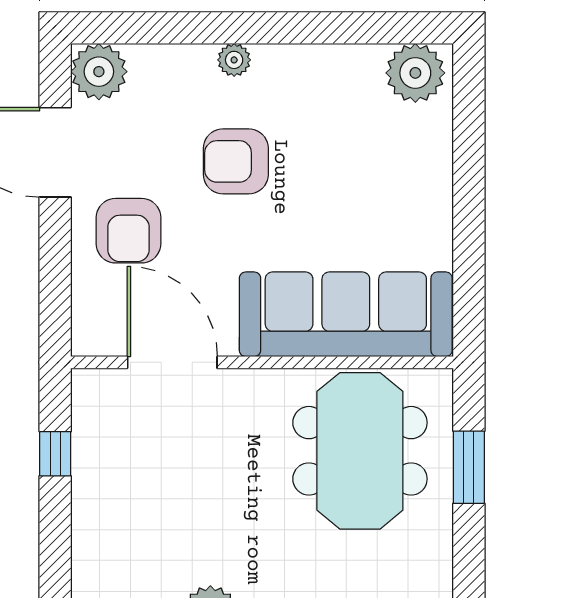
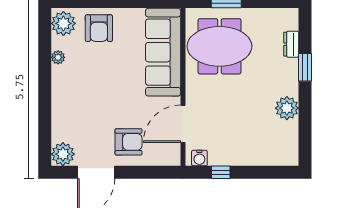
plant: (234, 60) -> (58, 57), moved
armchair: (236, 161) -> (99, 28), moved
water cooler: (89, 402) -> (199, 158), added

